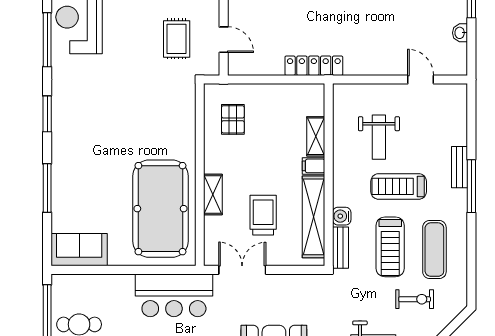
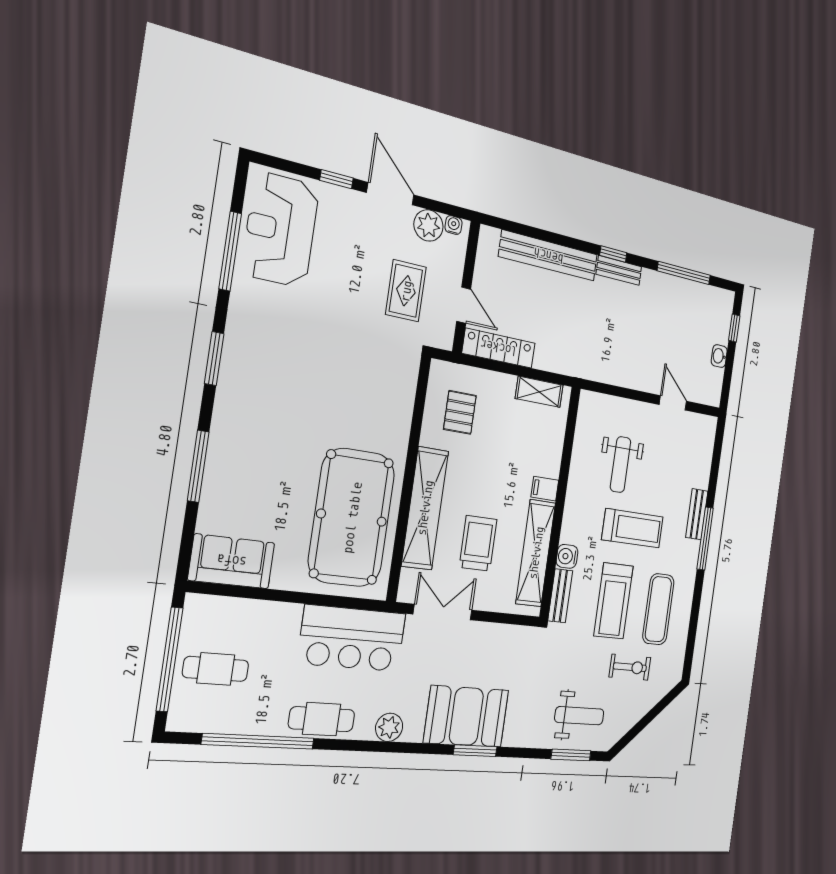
locker: (314, 66) -> (499, 348), moved
shelving: (316, 136) -> (539, 392), moved, turned 90
treadmill: (399, 186) -> (633, 528), turned 180
shelving: (213, 194) -> (425, 508), width x2.20, depth x1.33

